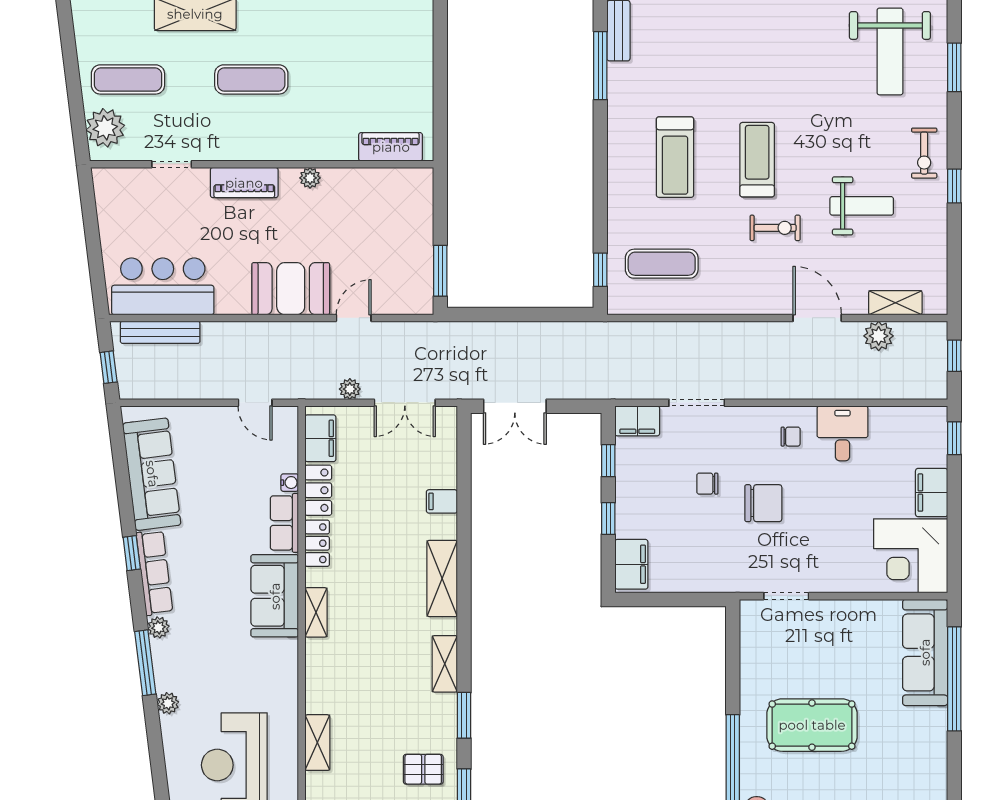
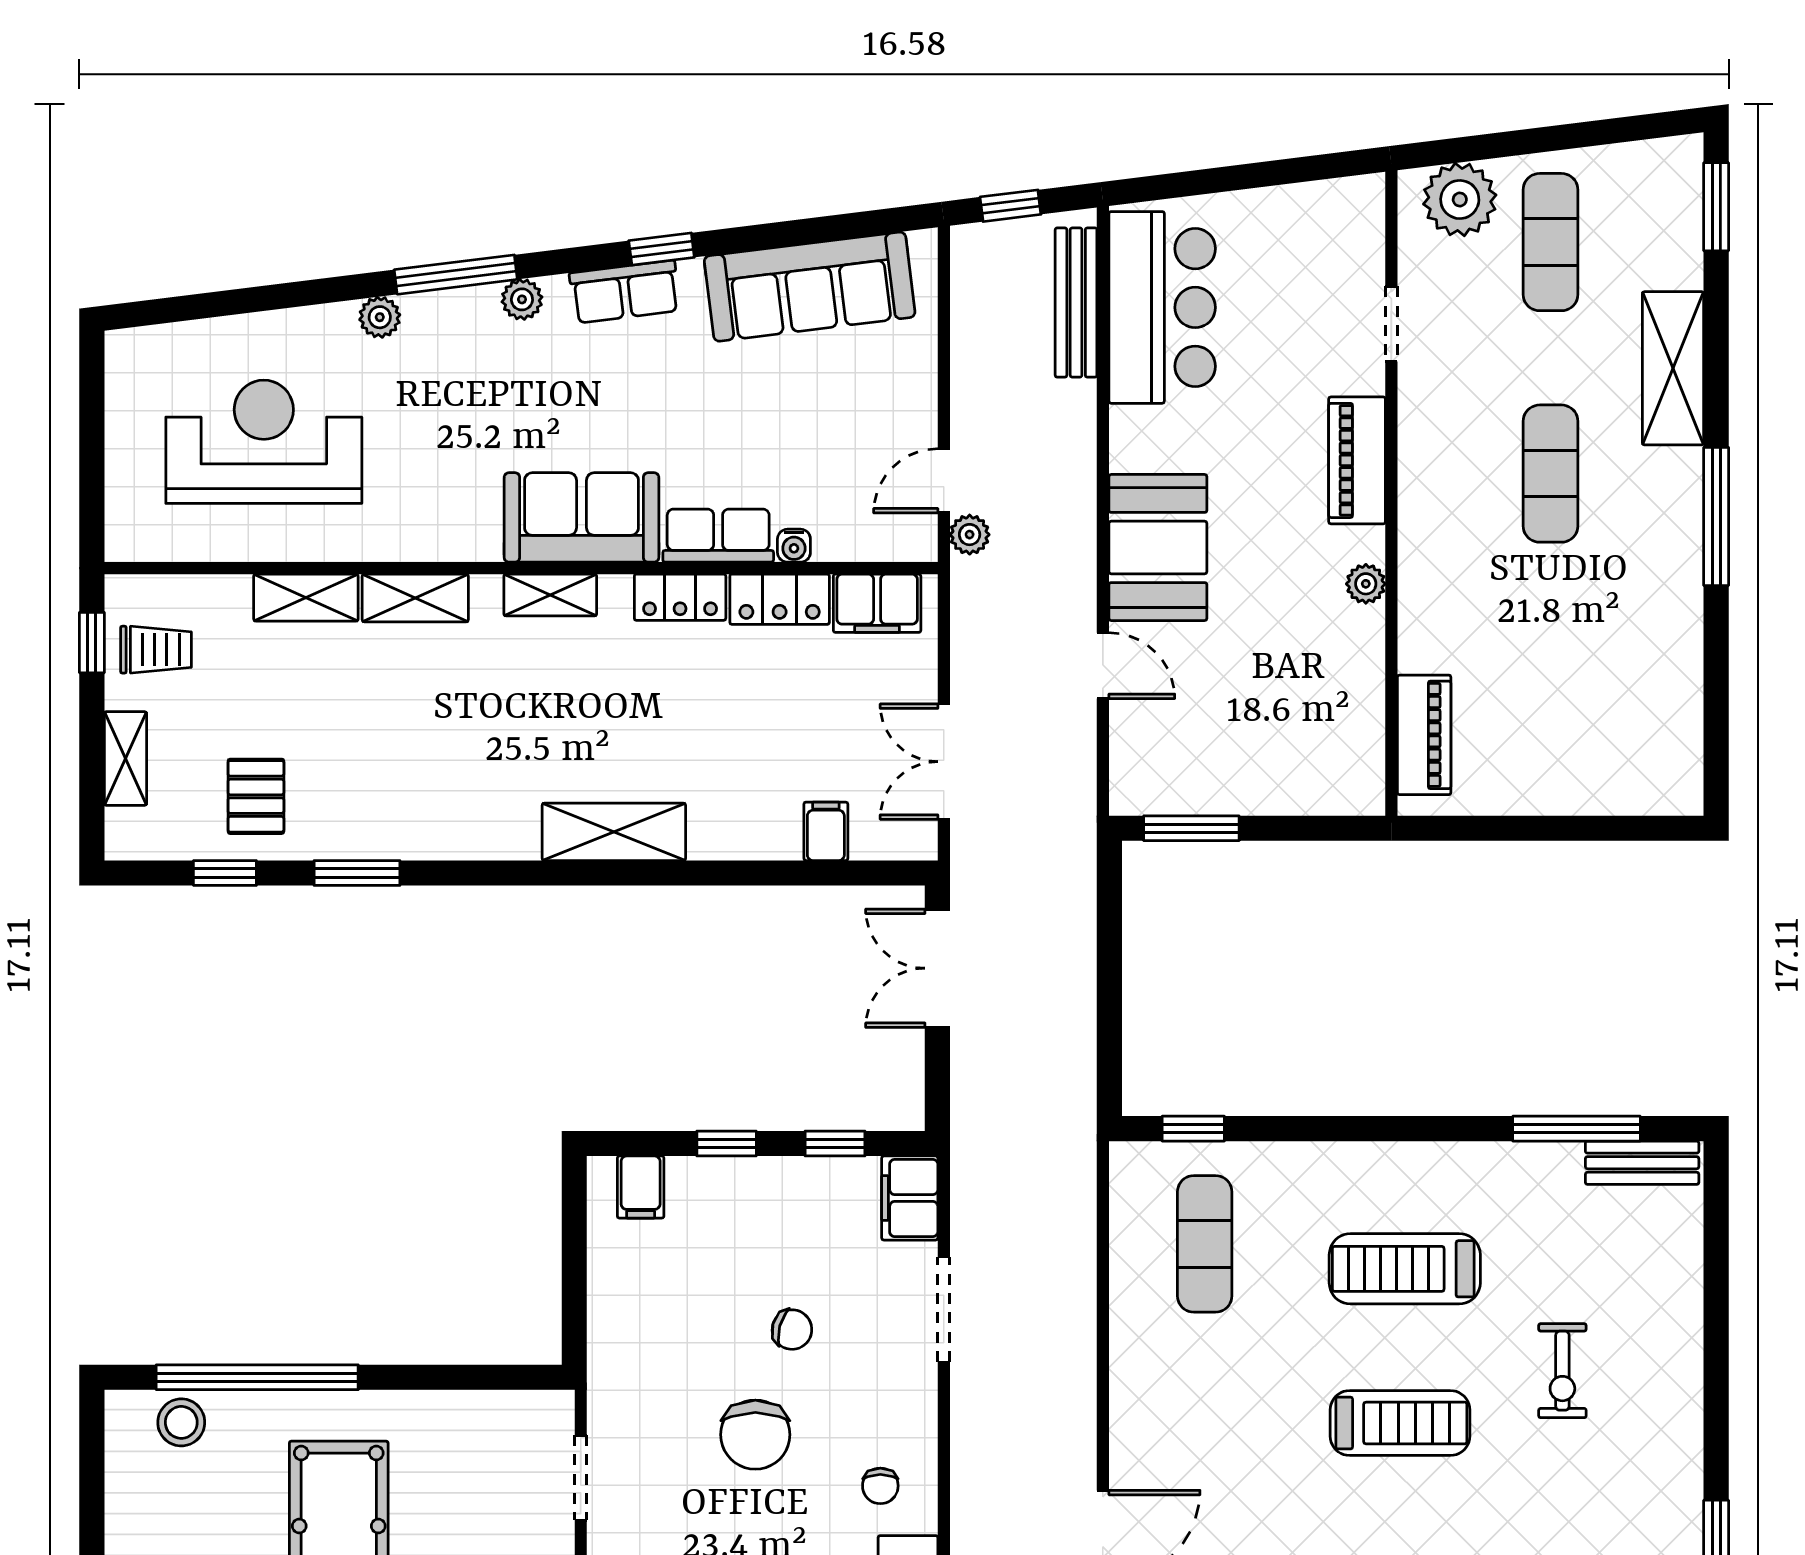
exercise bike: (775, 228) -> (1562, 1371), moved
plant: (350, 389) -> (970, 535), moved
chair: (707, 484) -> (792, 1330), turned 105
filing cabinet: (442, 501) -> (826, 831), moved
filing cabinet: (631, 564) -> (641, 1187), width x0.50
row of seats: (154, 573) -> (625, 292), width x0.68
shelving: (445, 664) -> (415, 598), moved

